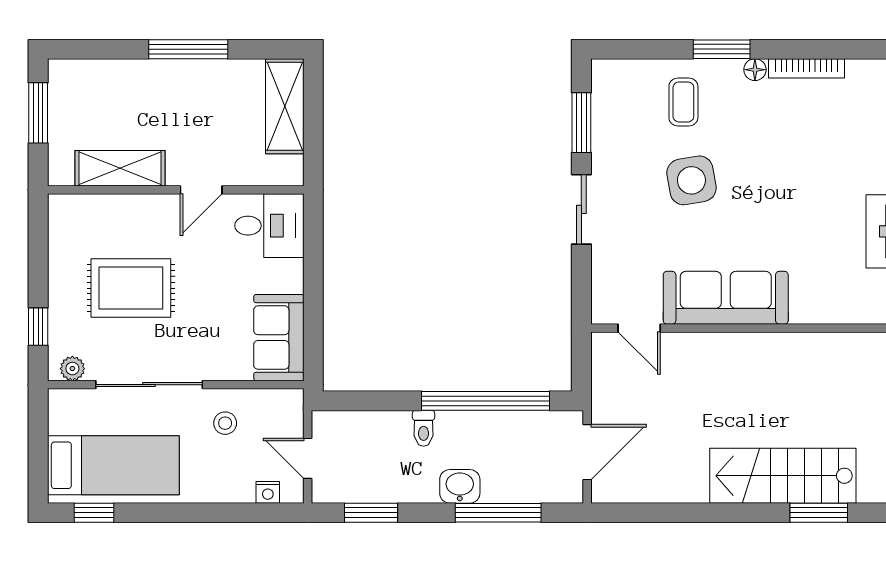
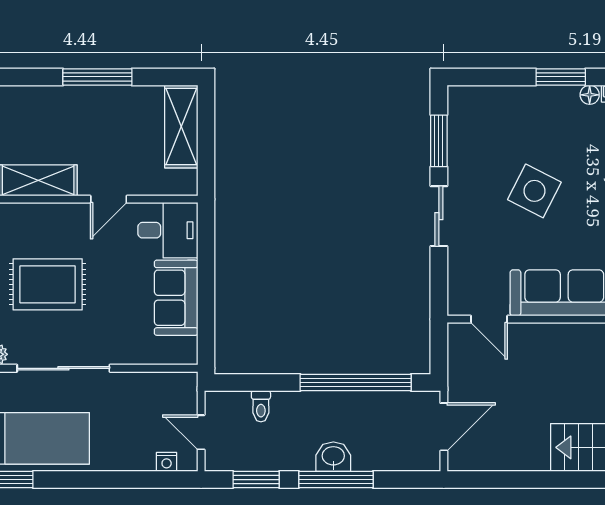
coffee table: (683, 102) -> (527, 123), removed
side table: (691, 180) -> (534, 191), turned 37
sofa: (279, 338) -> (176, 298), moved
stool: (225, 423) -> (129, 402), removed
toilet: (424, 428) -> (261, 406), moved
window: (498, 513) -> (336, 480), moved

